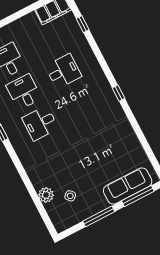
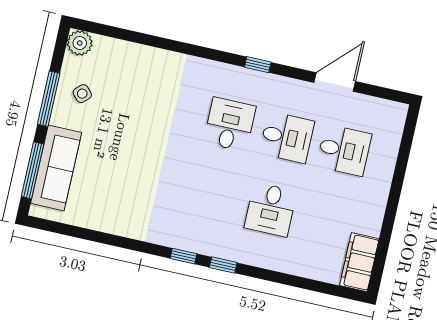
window: (83, 24) -> (223, 265), moved
plant: (46, 195) -> (80, 43), moved
side table: (70, 196) -> (82, 94), moved

